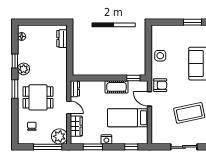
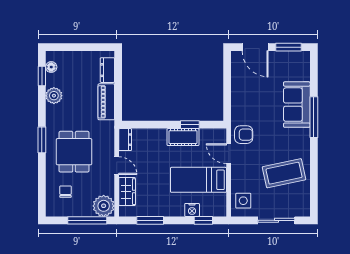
door: (169, 22) -> (255, 47), added
side table: (160, 56) -> (243, 201), moved
window: (15, 61) -> (42, 76), moved
piano: (61, 62) -> (106, 102), added
plant: (24, 69) -> (54, 96), moved
window: (133, 78) -> (190, 125), moved
dining table: (38, 97) -> (74, 152), turned 90
nightstand: (106, 139) -> (192, 210), moved

